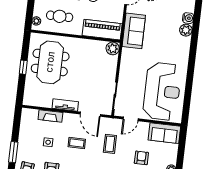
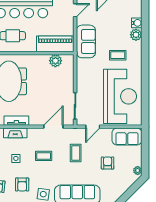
plant: (113, 48) -> (55, 61), moved
coffee table: (165, 49) -> (118, 55), added
tv unit: (65, 105) -> (16, 121), moved
door: (90, 114) -> (53, 127), swing flipped

